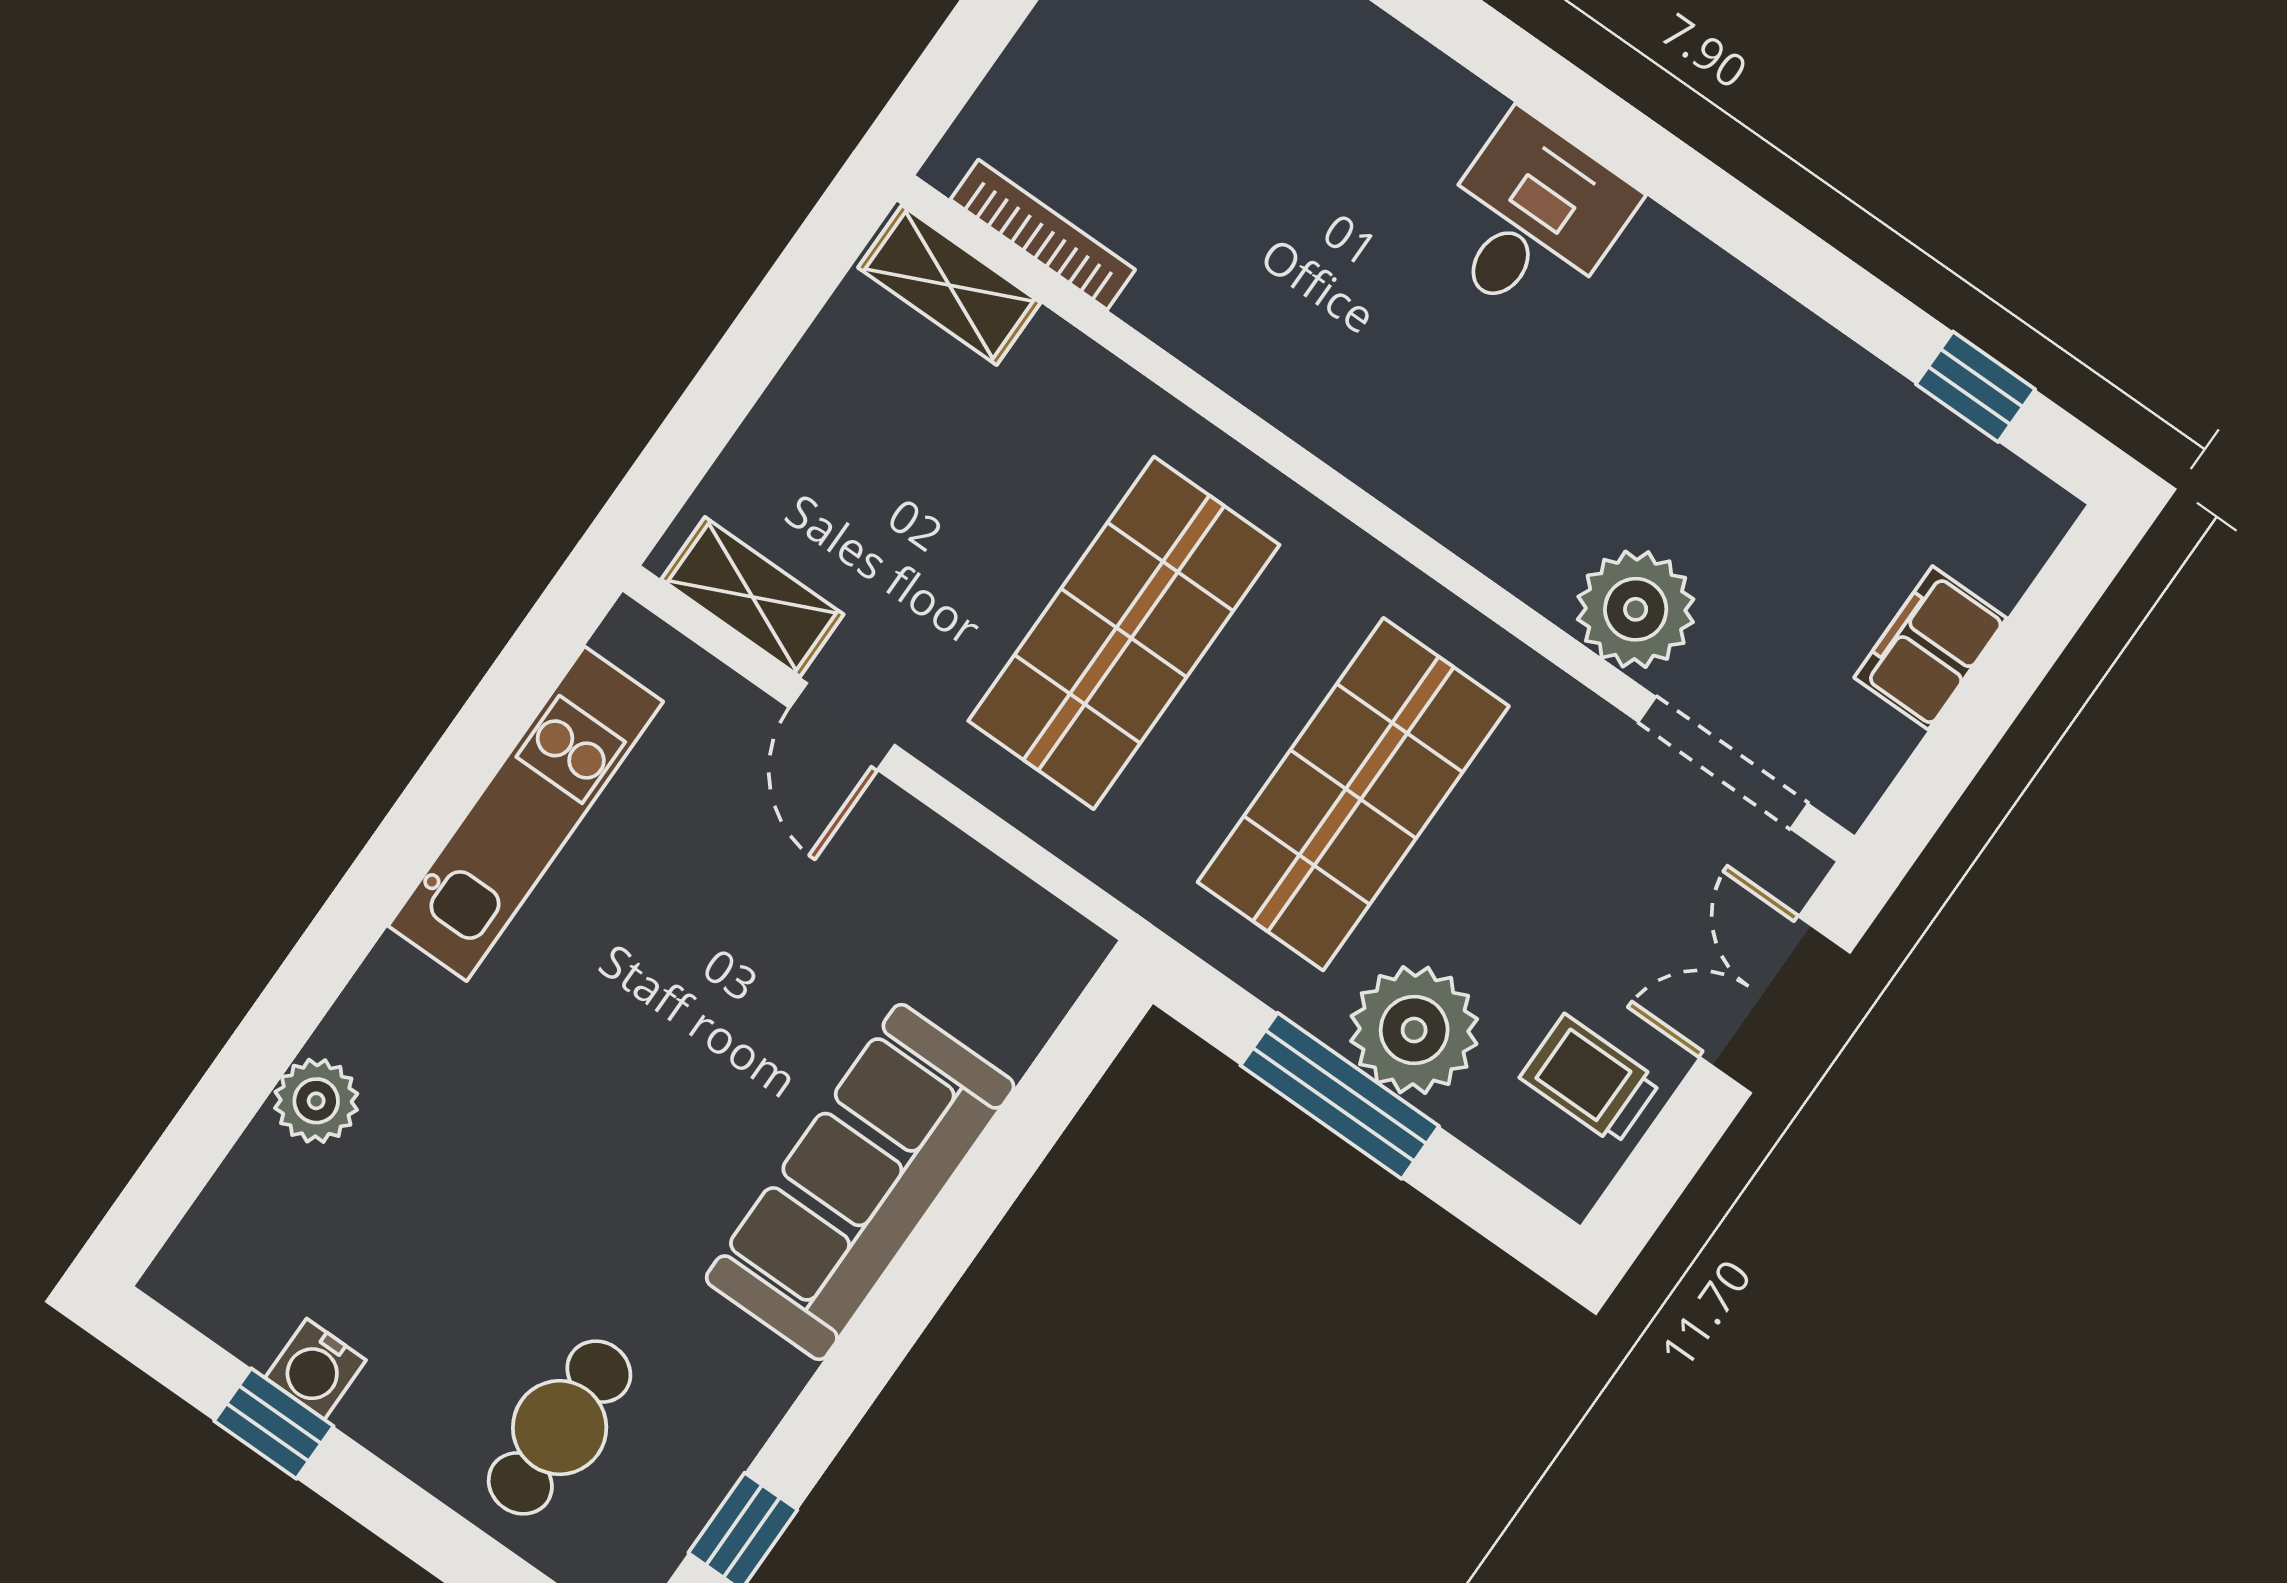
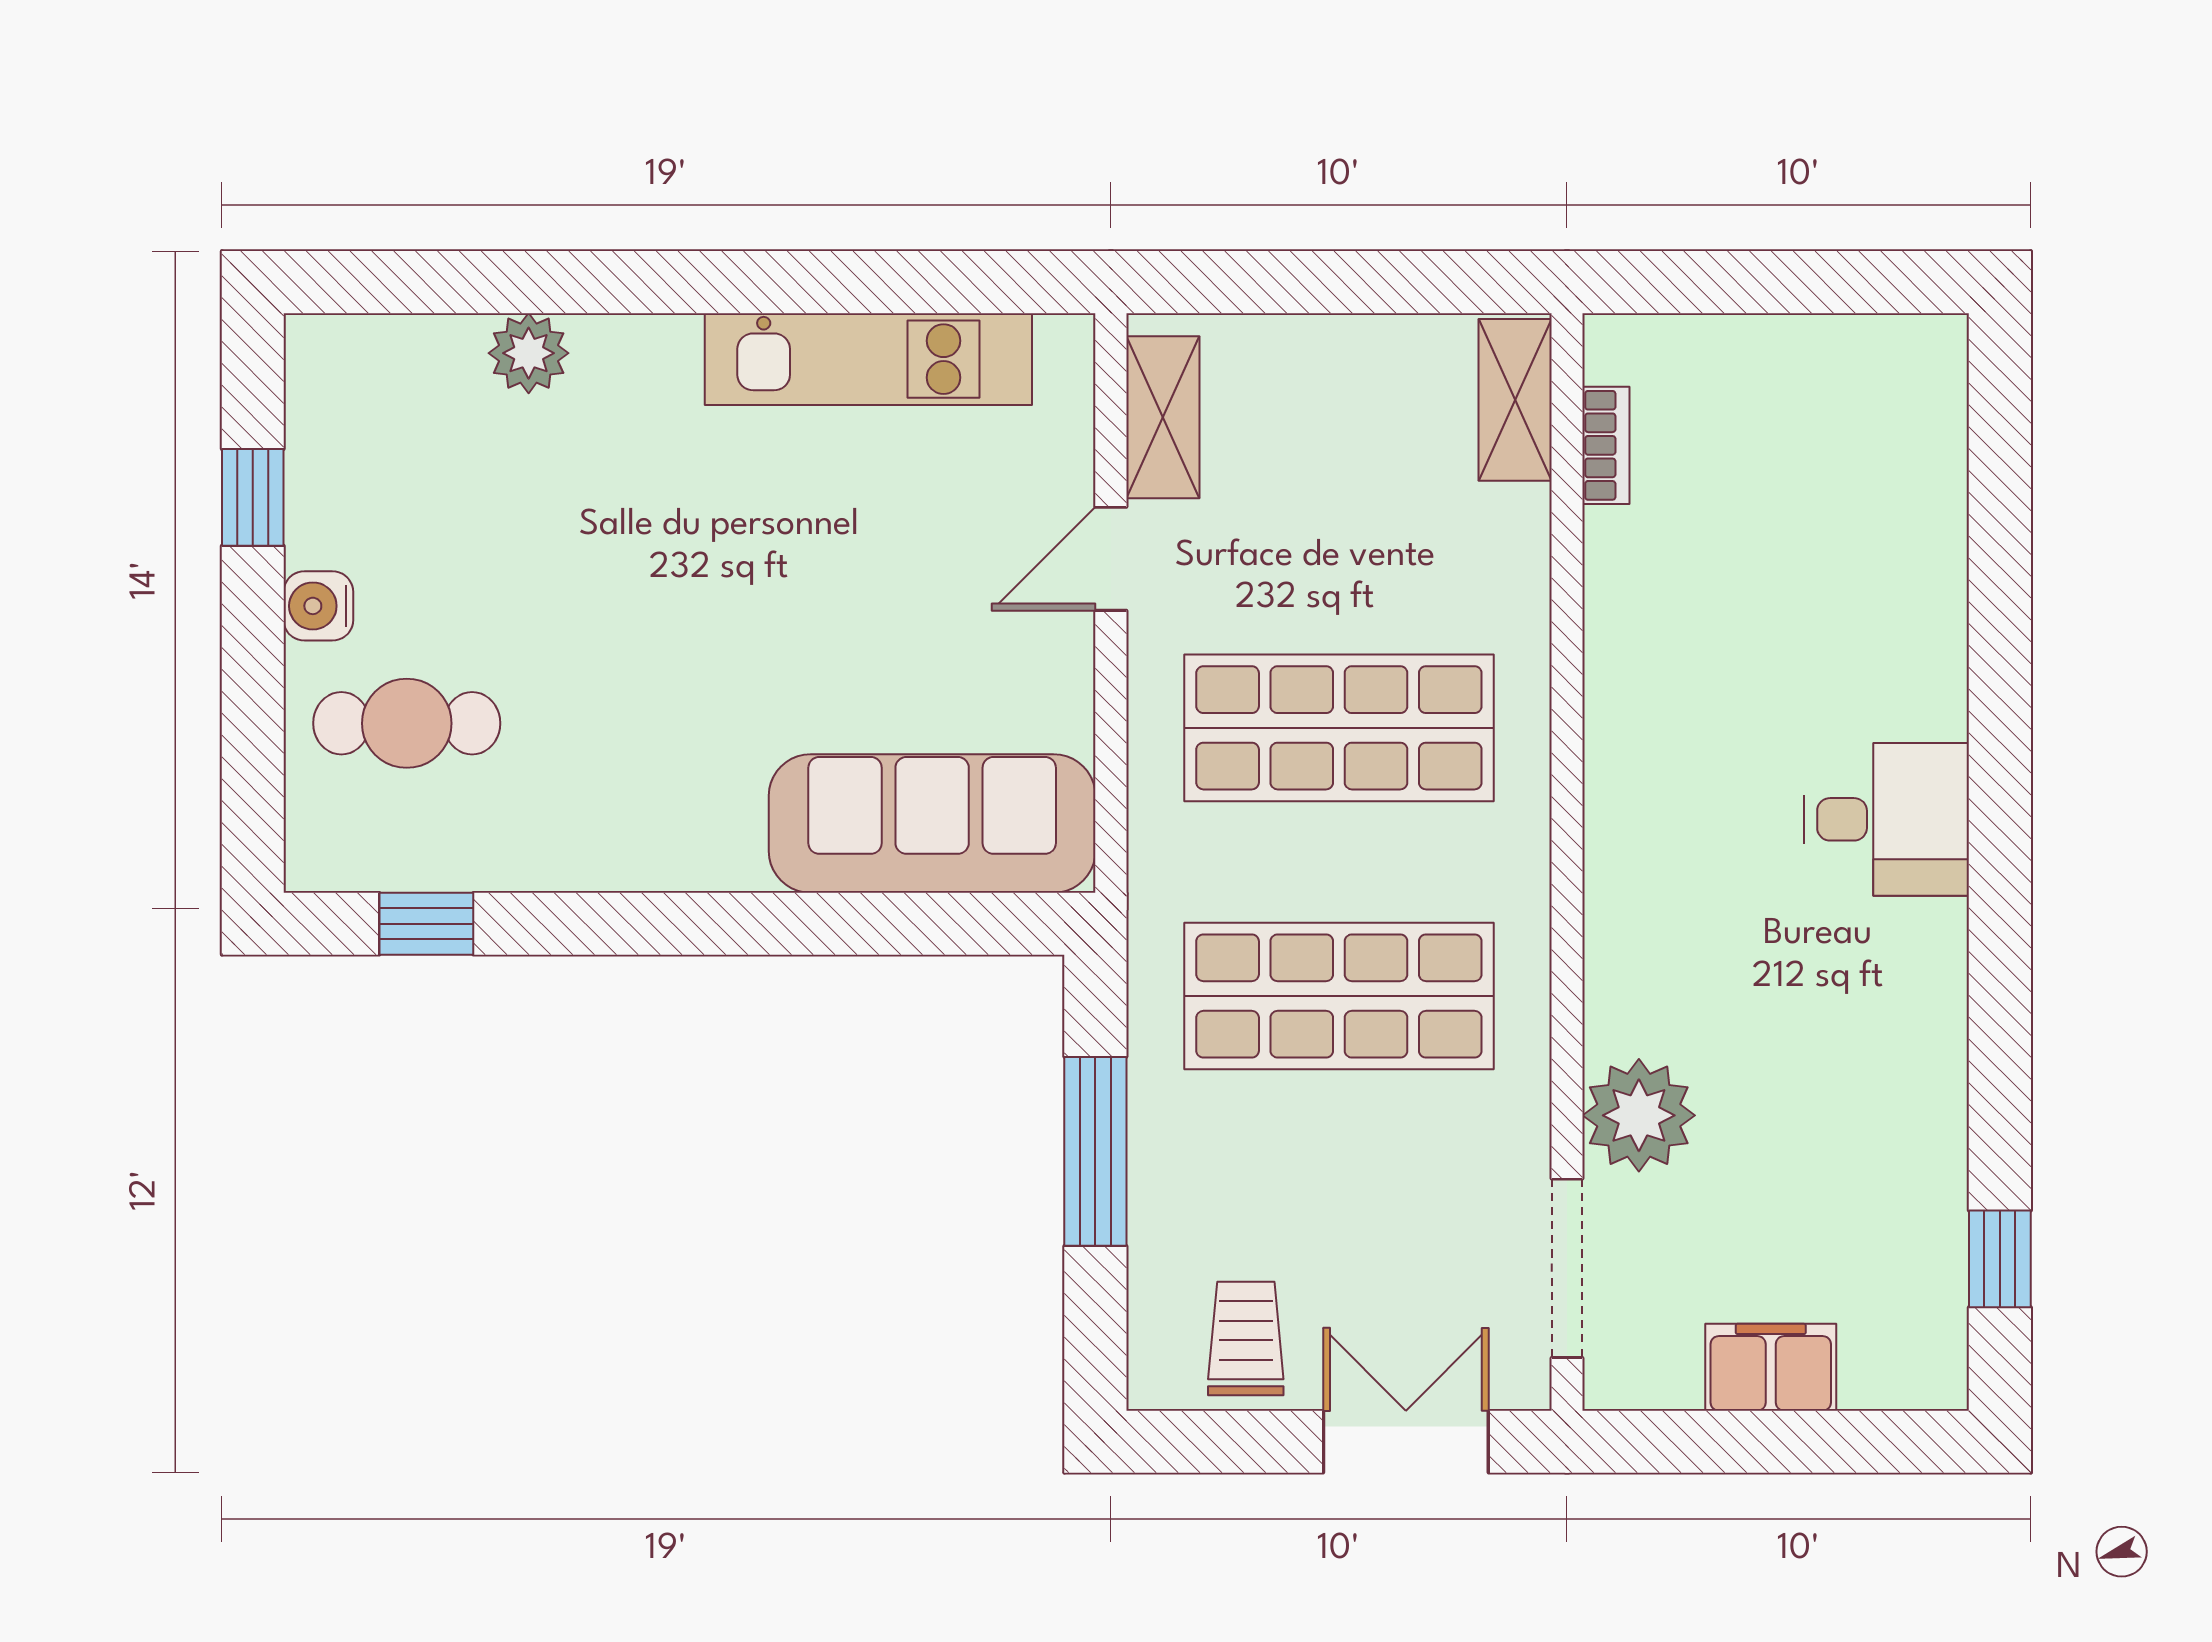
bookcase: (1043, 235) -> (1606, 445), width x0.64
plant: (1414, 1030) -> (1188, 1173), removed
sofa: (860, 1182) -> (932, 823), moved
water cooler: (316, 1369) -> (318, 606), moved

